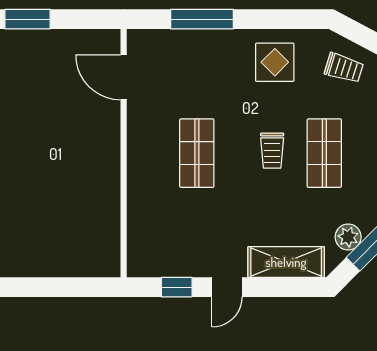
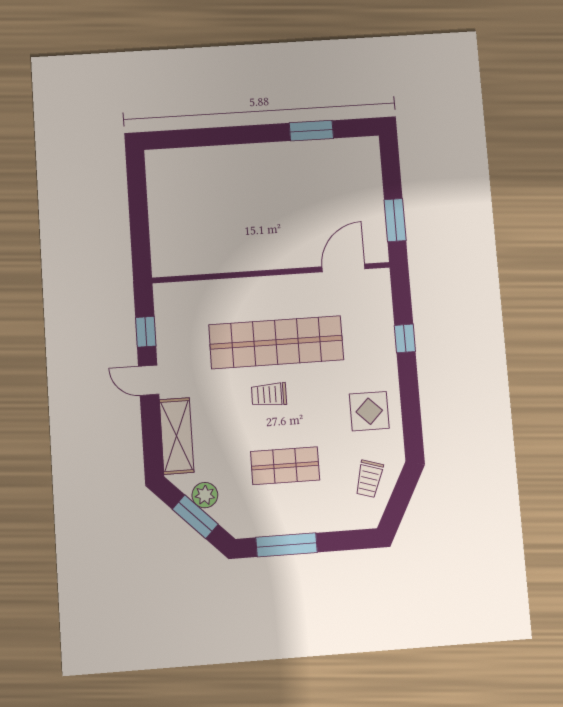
window: (28, 19) -> (395, 220), moved
window: (202, 19) -> (405, 338), width x0.46
trolley: (272, 151) -> (269, 395), moved
shop shelf: (197, 153) -> (276, 342), width x2.00, depth x1.36

